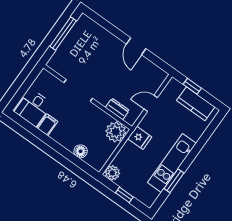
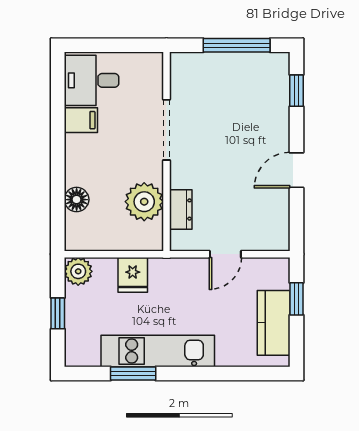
window: (102, 22) -> (296, 91), added
door: (151, 103) -> (225, 254), swing flipped
plant: (116, 132) -> (144, 202), moved
fridge: (140, 138) -> (133, 275), moved

